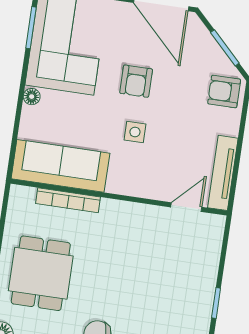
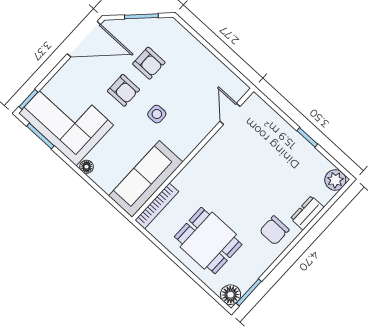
armchair: (224, 91) -> (149, 63), moved, turned -90
tv unit: (223, 173) -> (224, 74), removed
bookcase: (68, 200) -> (157, 206), moved

